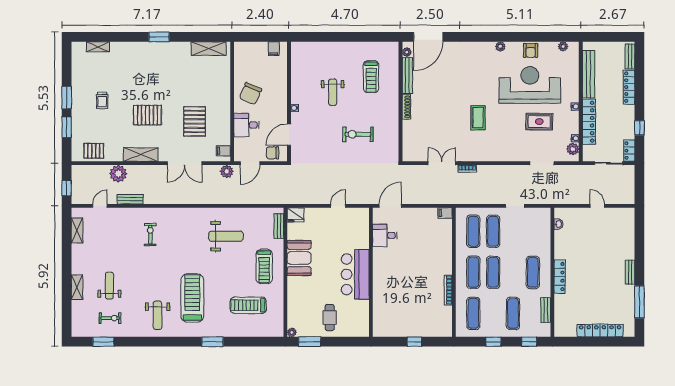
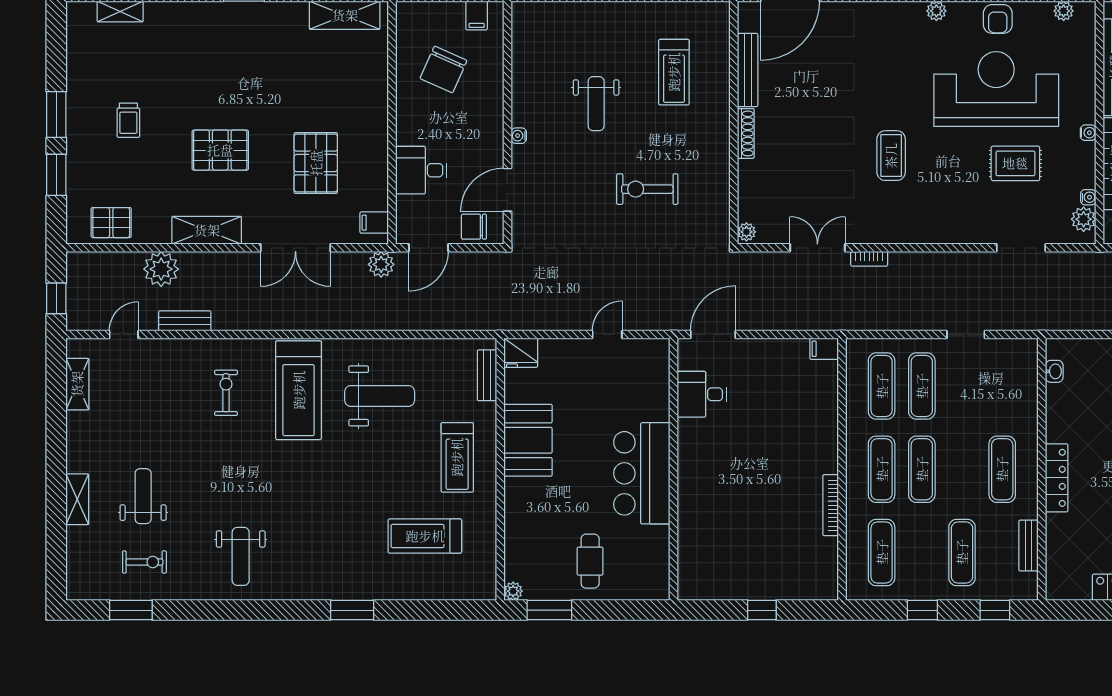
plant: (407, 52) -> (746, 232), moved
chair: (250, 94) -> (443, 69), moved
treadmill: (192, 298) -> (299, 390), moved, turned 180

